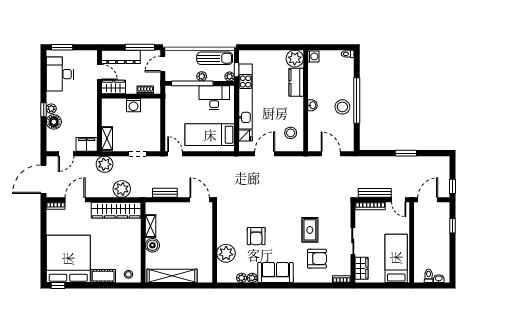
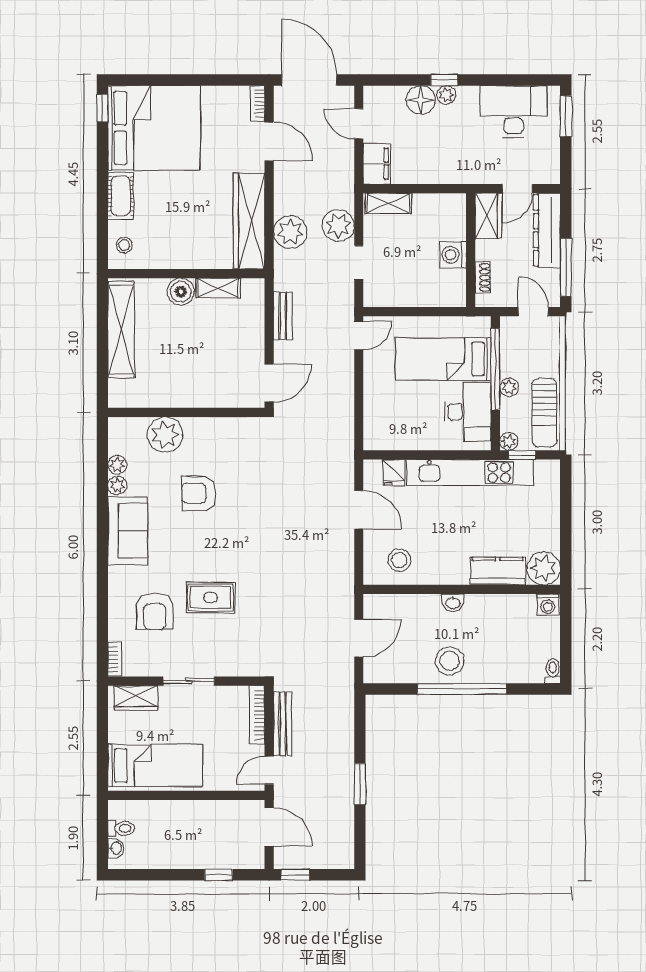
bed: (210, 135) -> (443, 359), moved, turned -90
plant: (105, 164) -> (338, 226), moved

